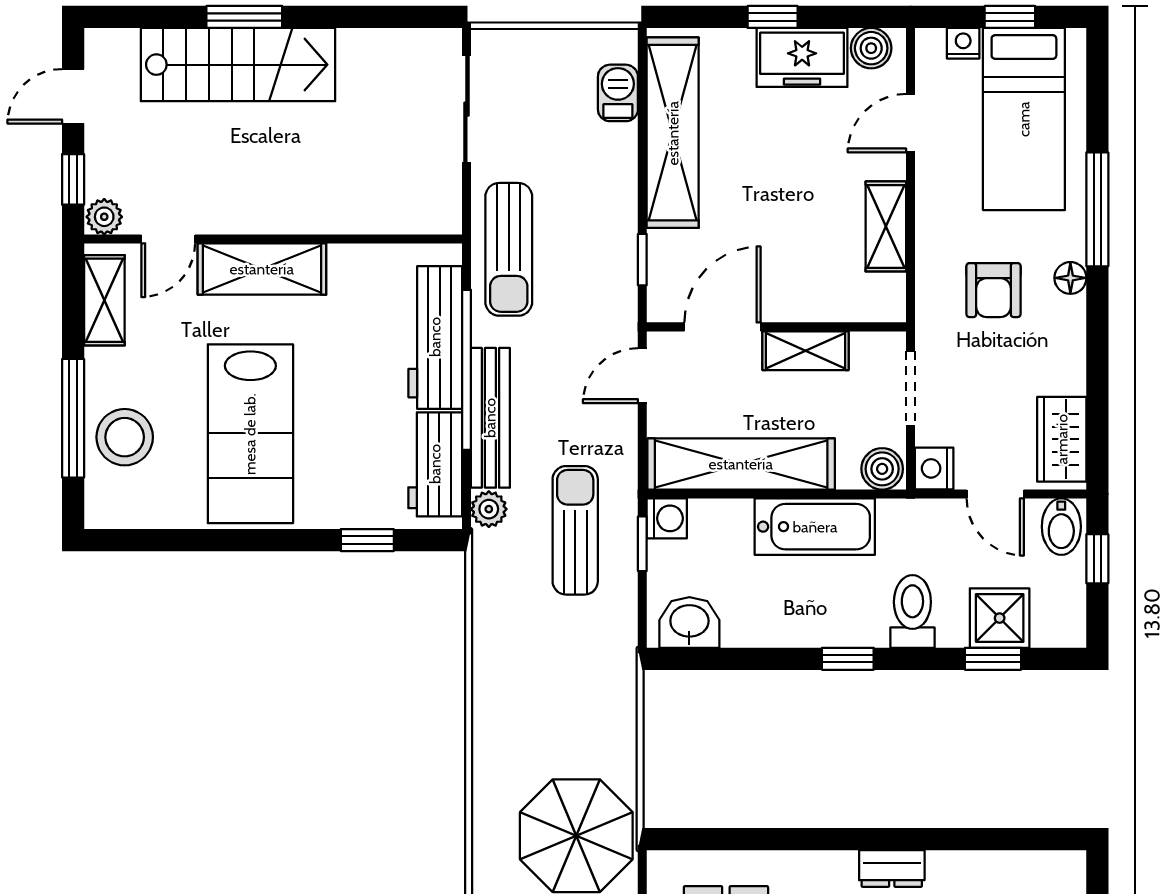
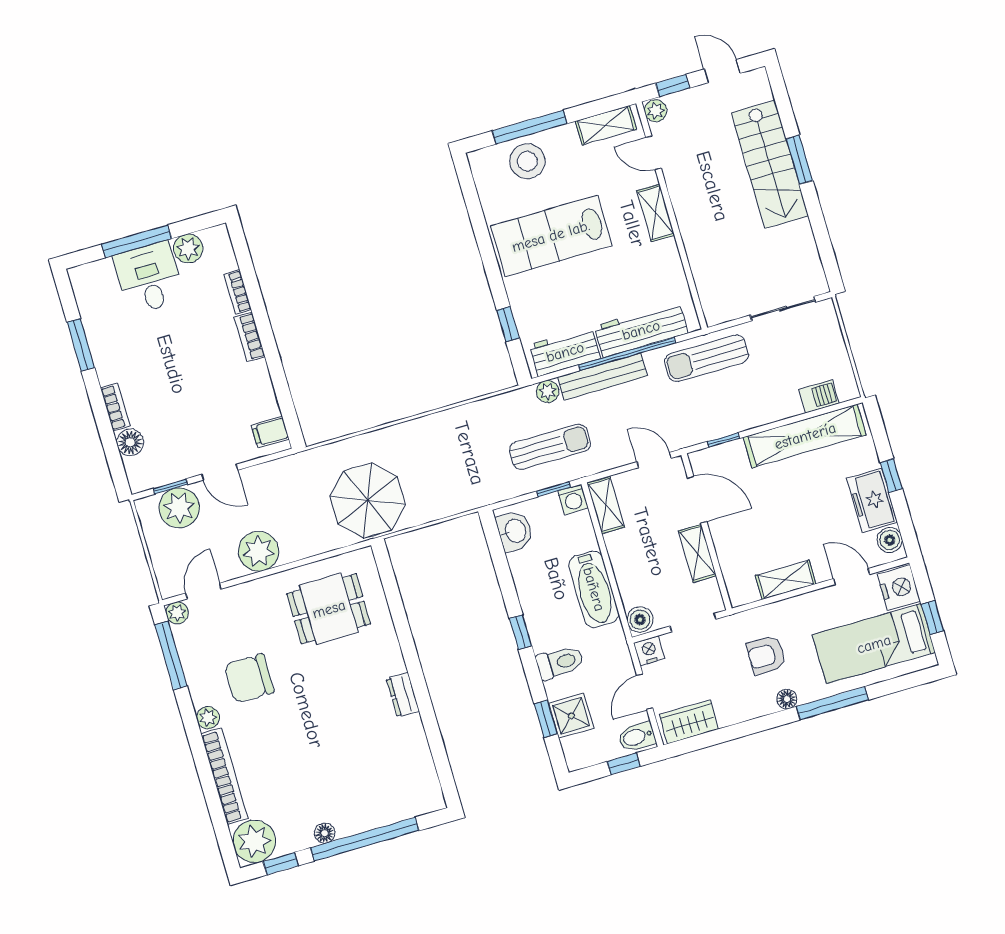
nightstand: (963, 43) -> (899, 588), width x1.89, depth x1.79
shelving: (262, 269) -> (656, 213), width x0.67, depth x0.75
shelving: (741, 464) -> (606, 505), width x0.45, depth x0.75

